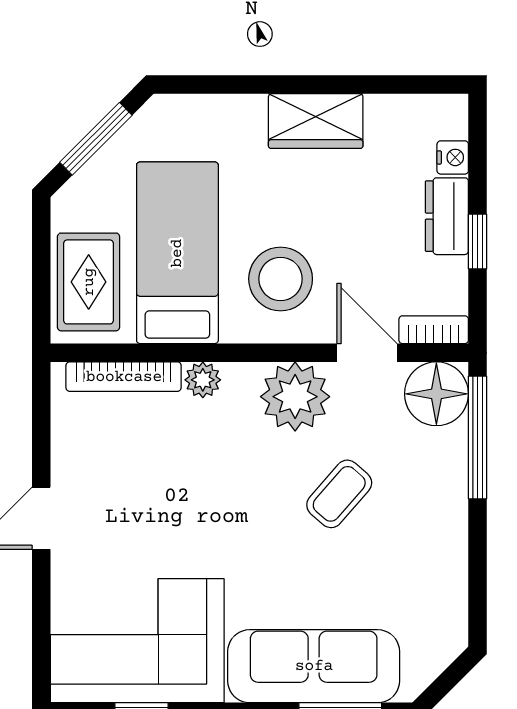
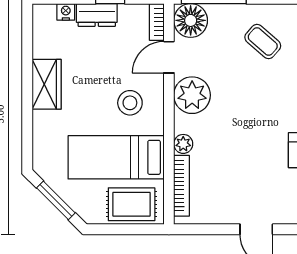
stool: (281, 279) -> (130, 103), width x0.73, depth x0.73
coffee table: (339, 494) -> (263, 41), moved

